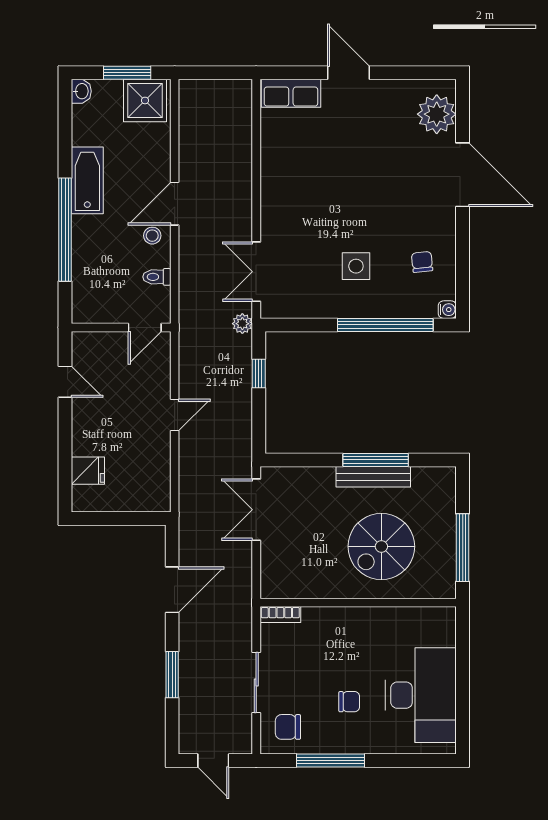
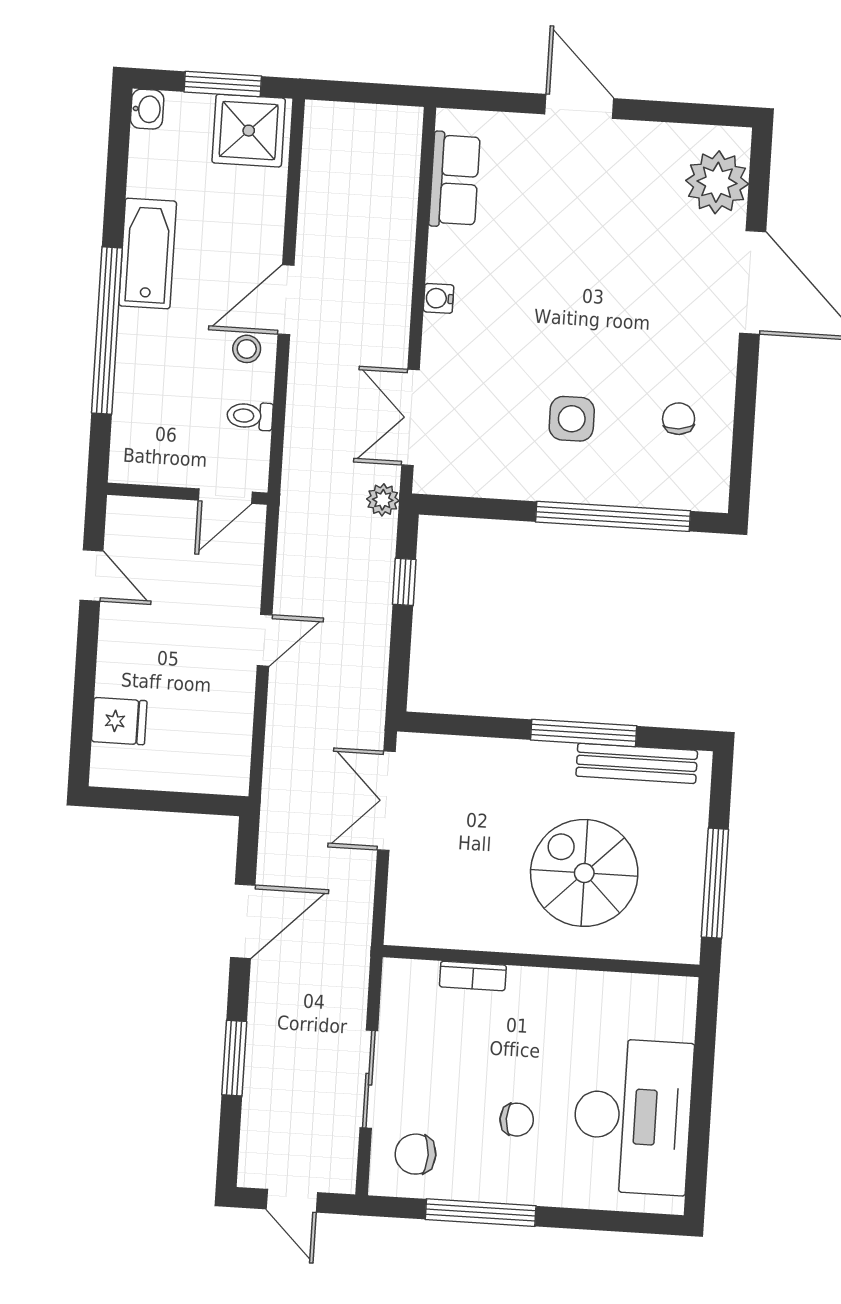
row of seats: (291, 93) -> (454, 180), moved, turned -90
water cooler: (447, 310) -> (439, 298), moved, turned 180
bench: (373, 477) -> (637, 763), moved
spiral stairs: (381, 546) -> (584, 873), turned 90
bookcase: (280, 615) -> (473, 976), moved

